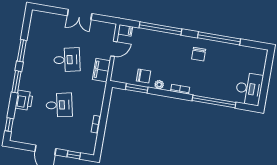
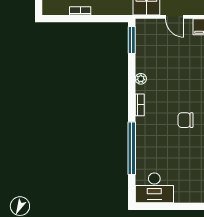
chair: (144, 76) -> (148, 58), removed
window: (137, 88) -> (132, 40), moved

